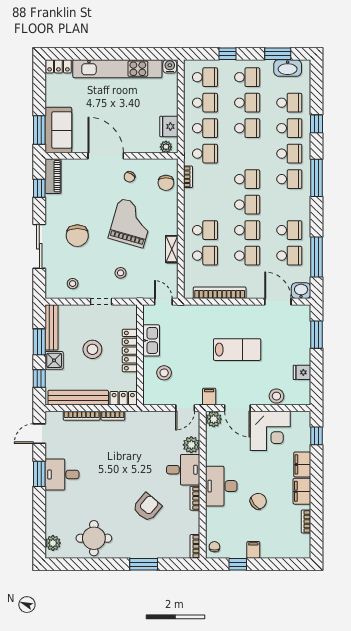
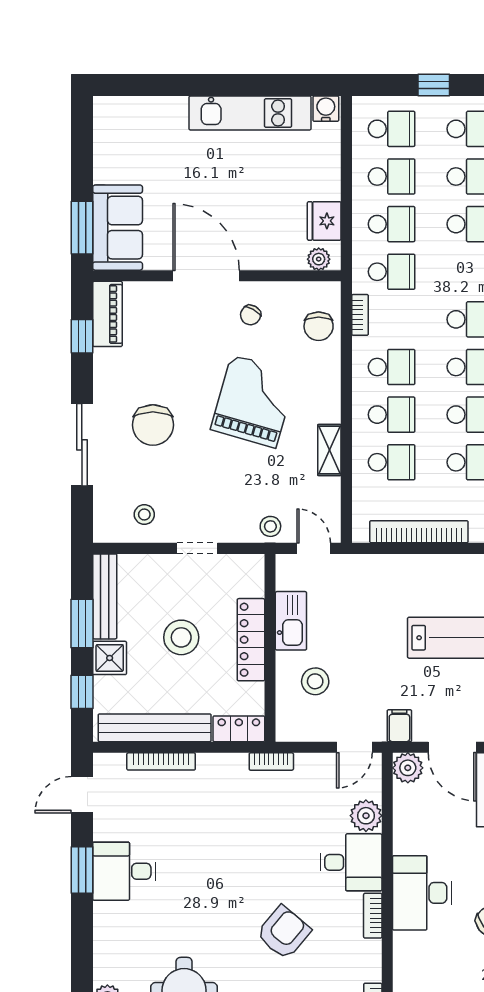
locker: (58, 66) -> (118, 108), removed
kitchen unit: (117, 69) -> (250, 113), width x0.73
school desk: (205, 205) -> (392, 367), added
stool: (121, 273) -> (270, 526), moved
bookcase: (113, 416) -> (271, 762), moved

